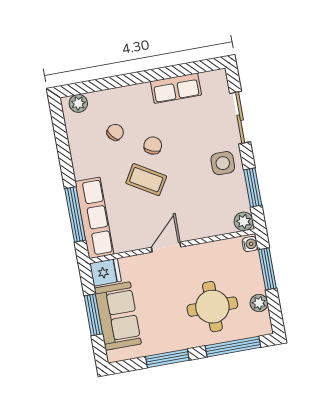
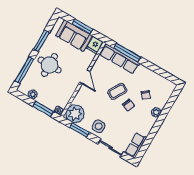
row of seats: (176, 88) -> (136, 145), moved
plant: (78, 103) -> (156, 112), moved
plant: (244, 221) -> (75, 114), width x1.88, depth x1.88
round table: (212, 307) -> (50, 65), moved

